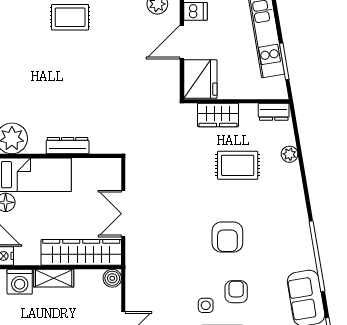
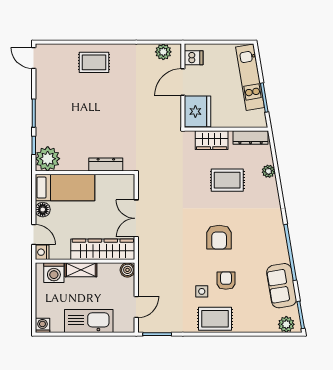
dresser: (274, 112) -> (251, 138), width x1.44
dresser: (68, 146) -> (106, 164), moved

